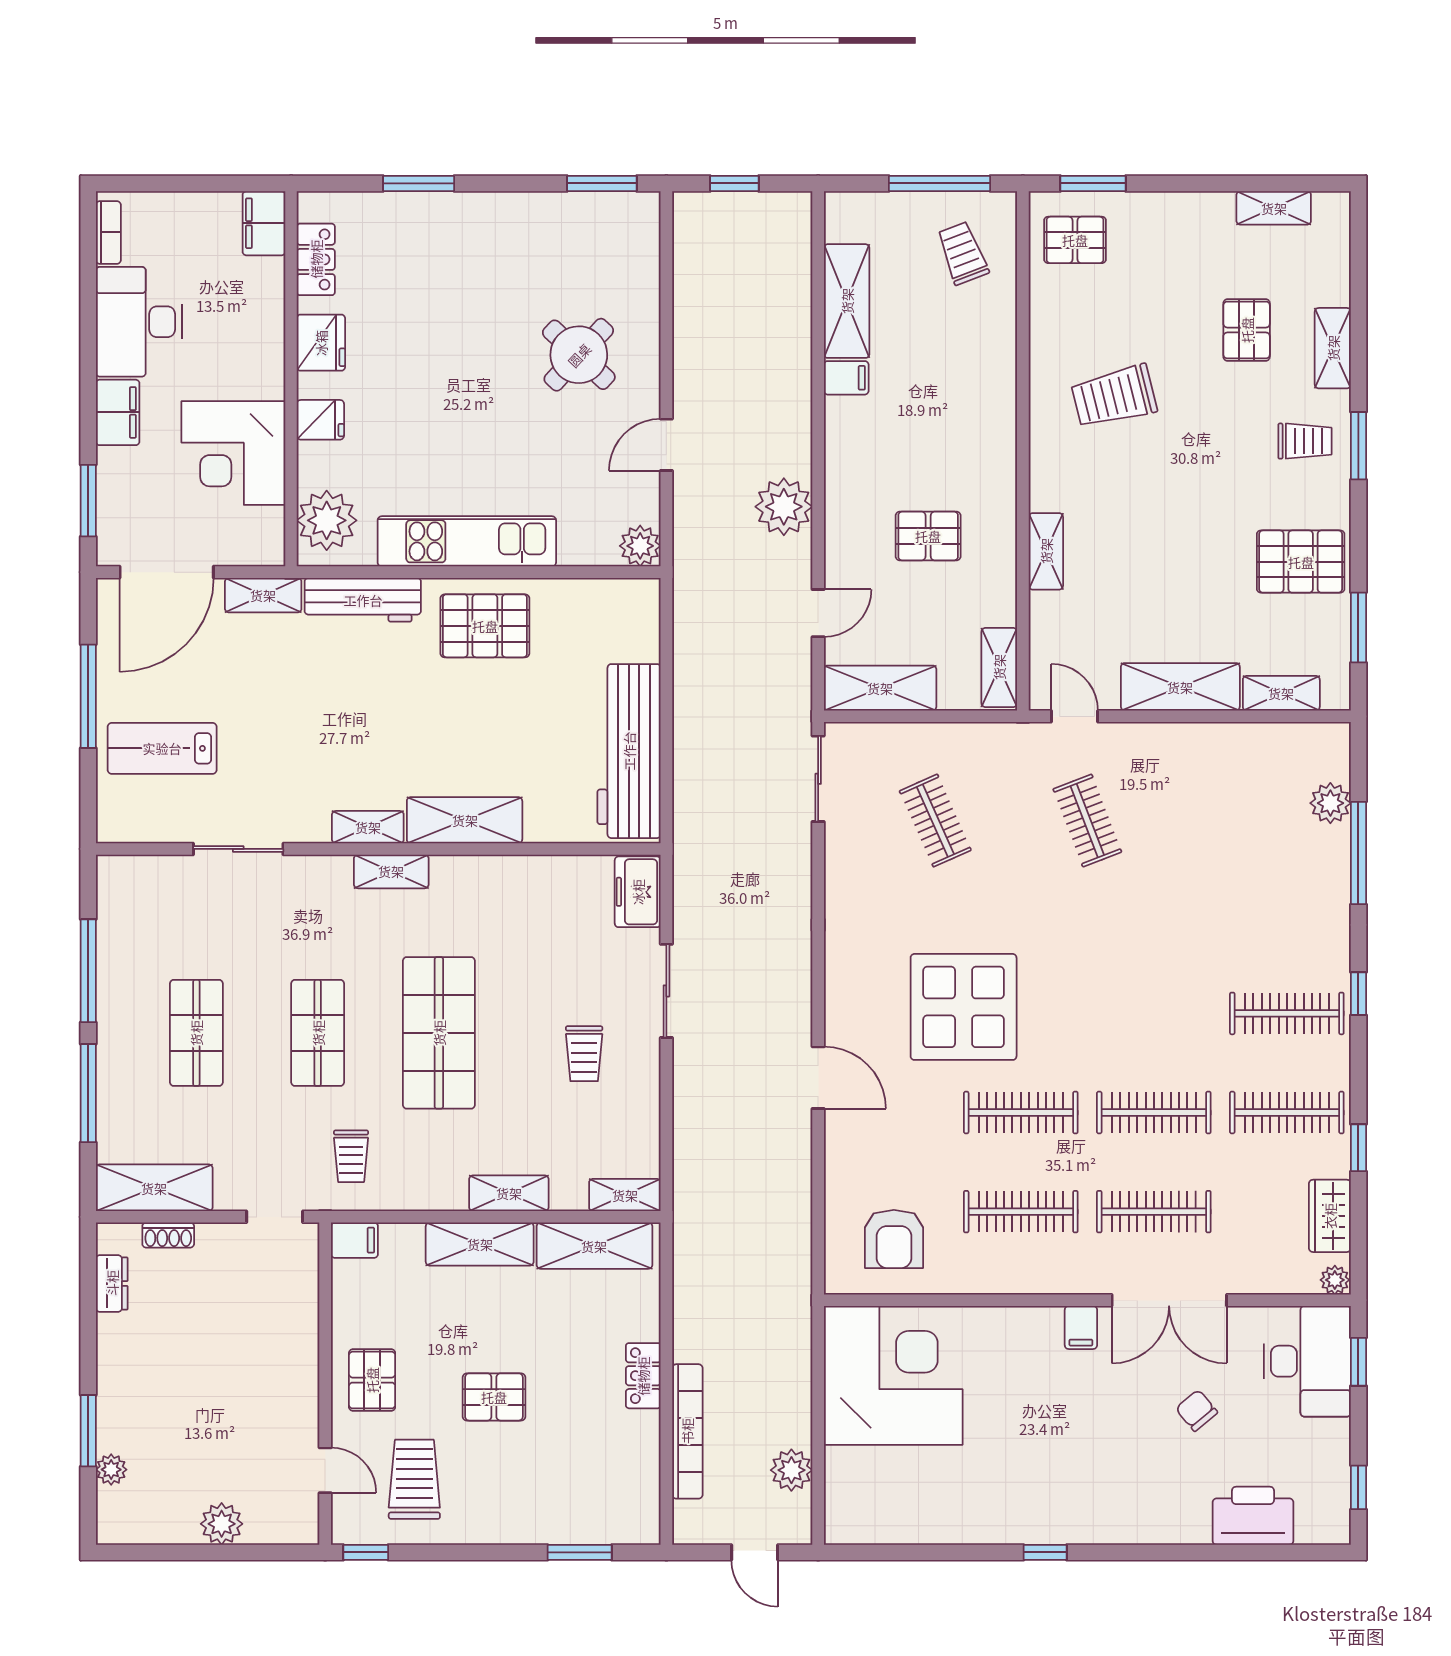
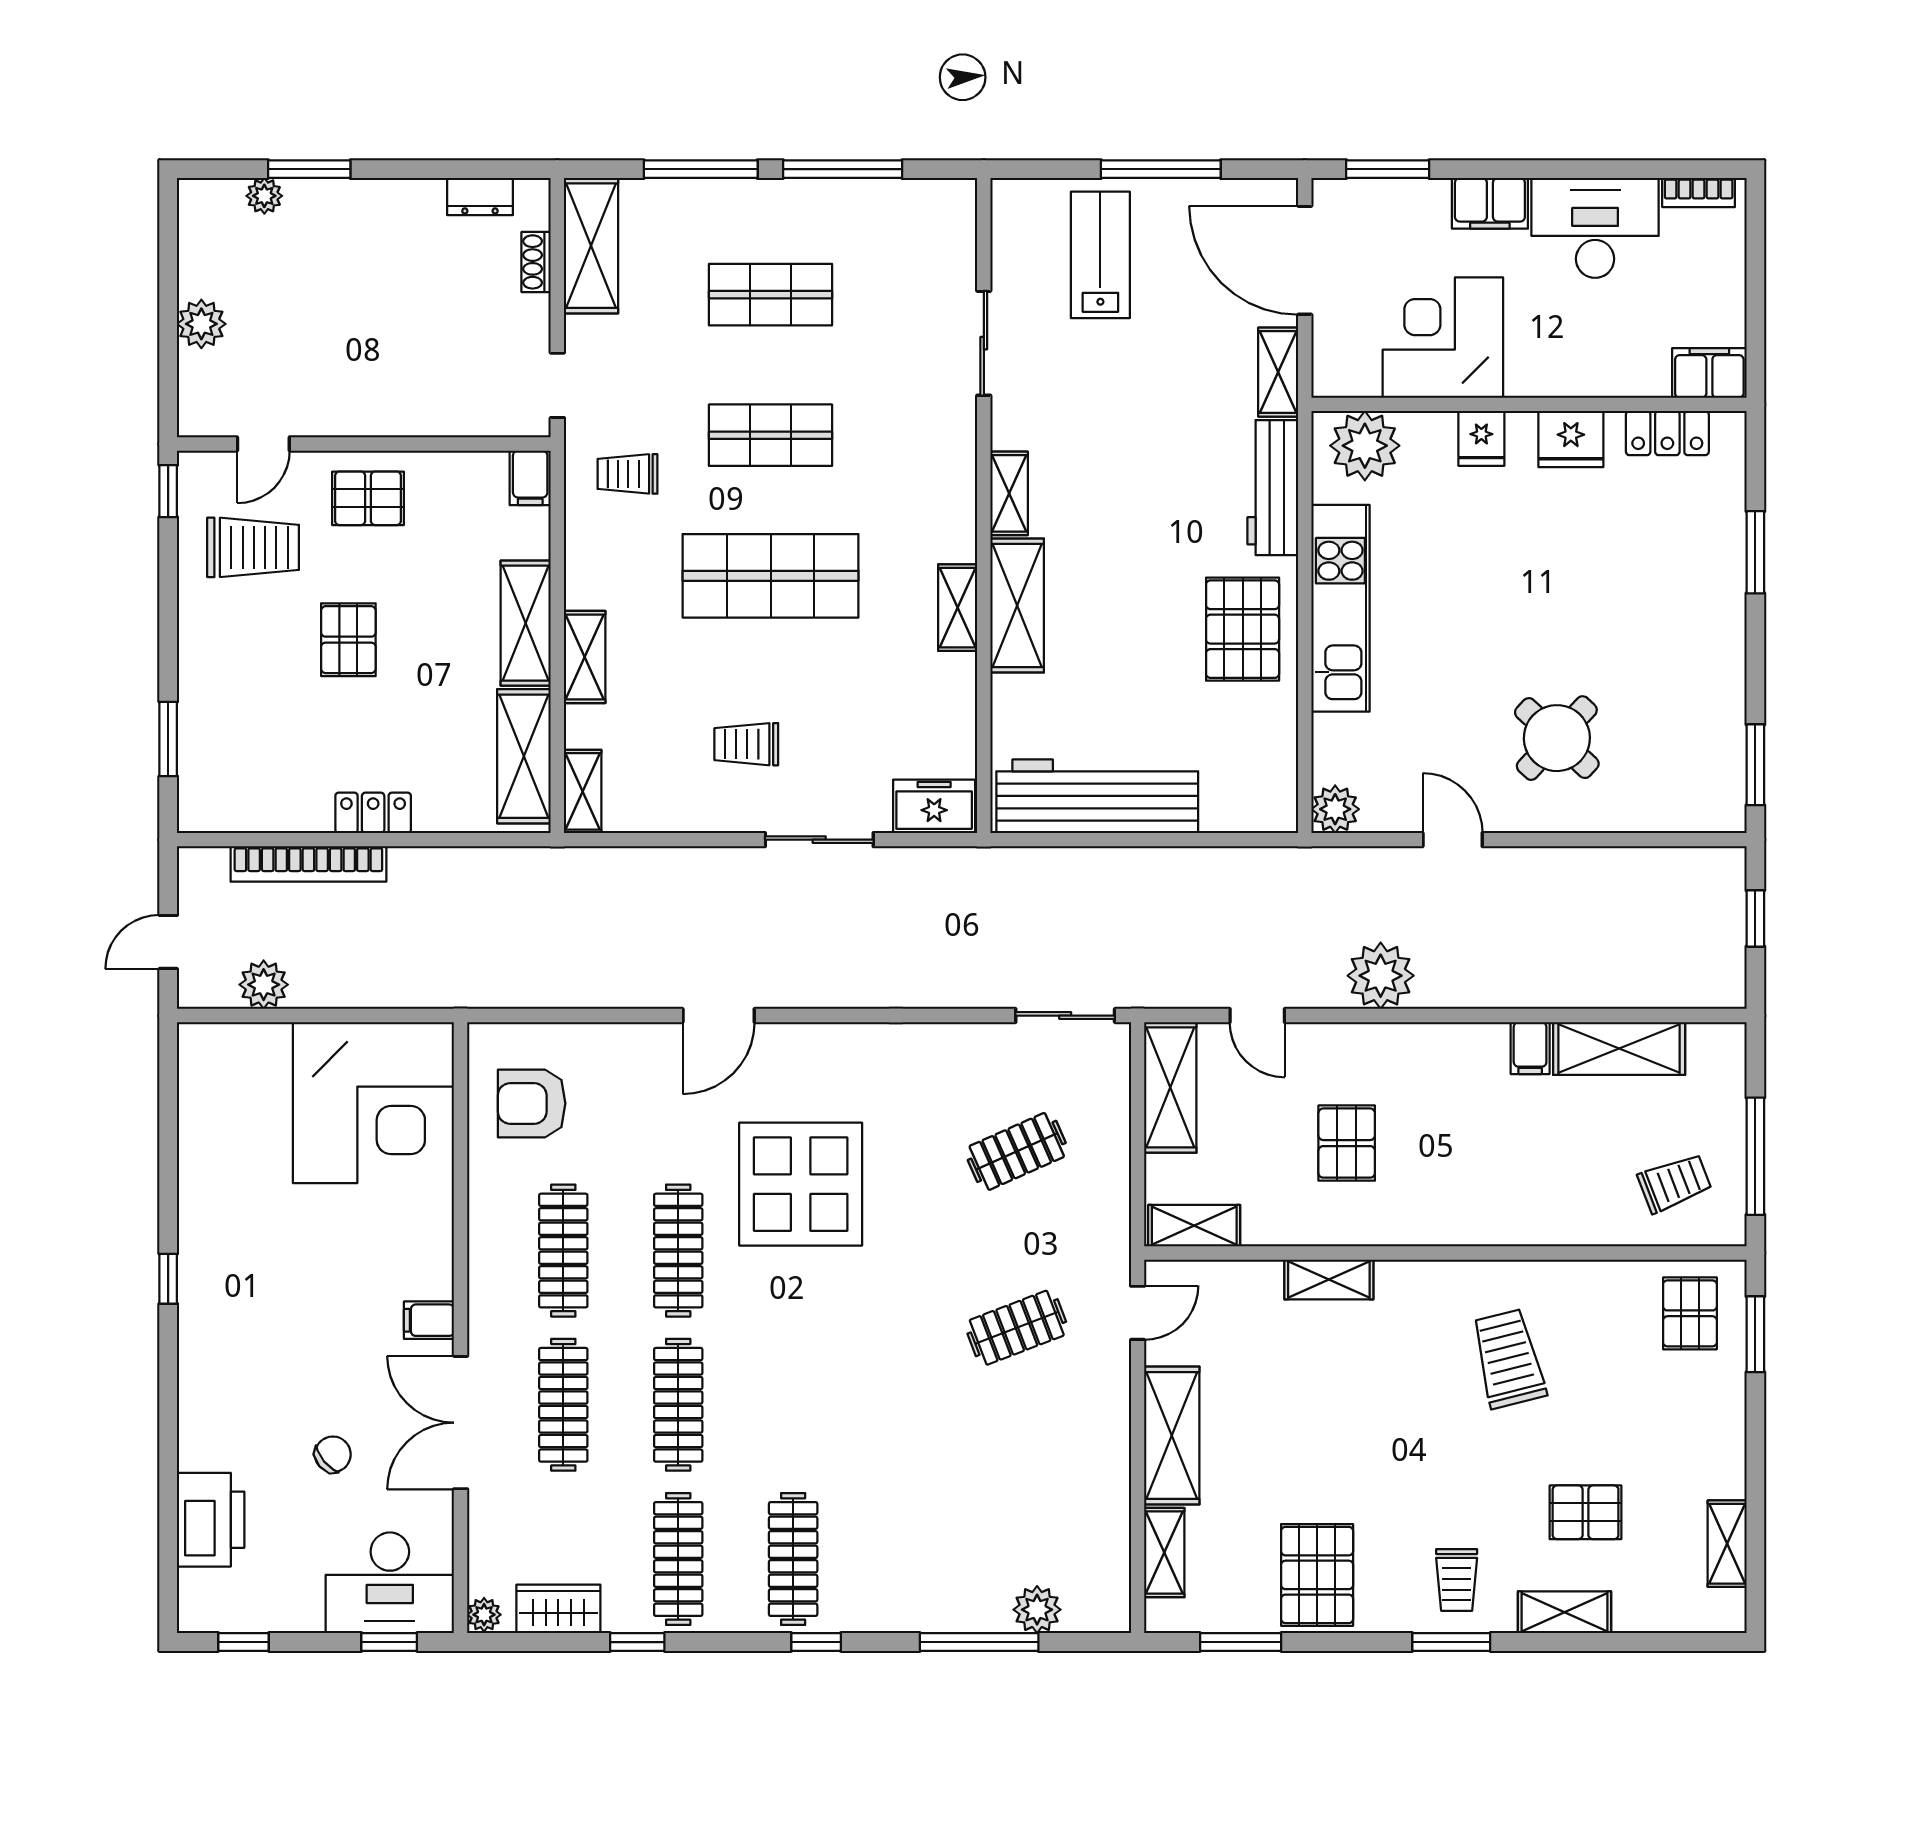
shelving: (391, 871) -> (958, 608), moved

